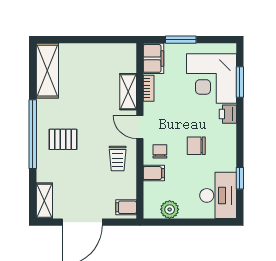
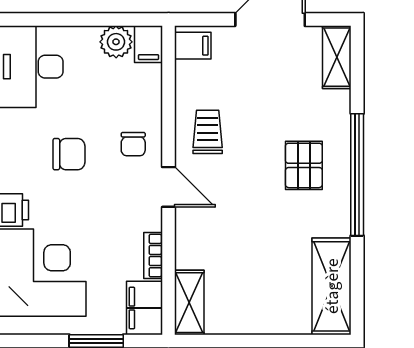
shelving: (128, 92) -> (189, 303), moved
pallet: (63, 139) -> (304, 165), turned 90
filing cabinet: (154, 173) -> (148, 44), moved, turned -90

